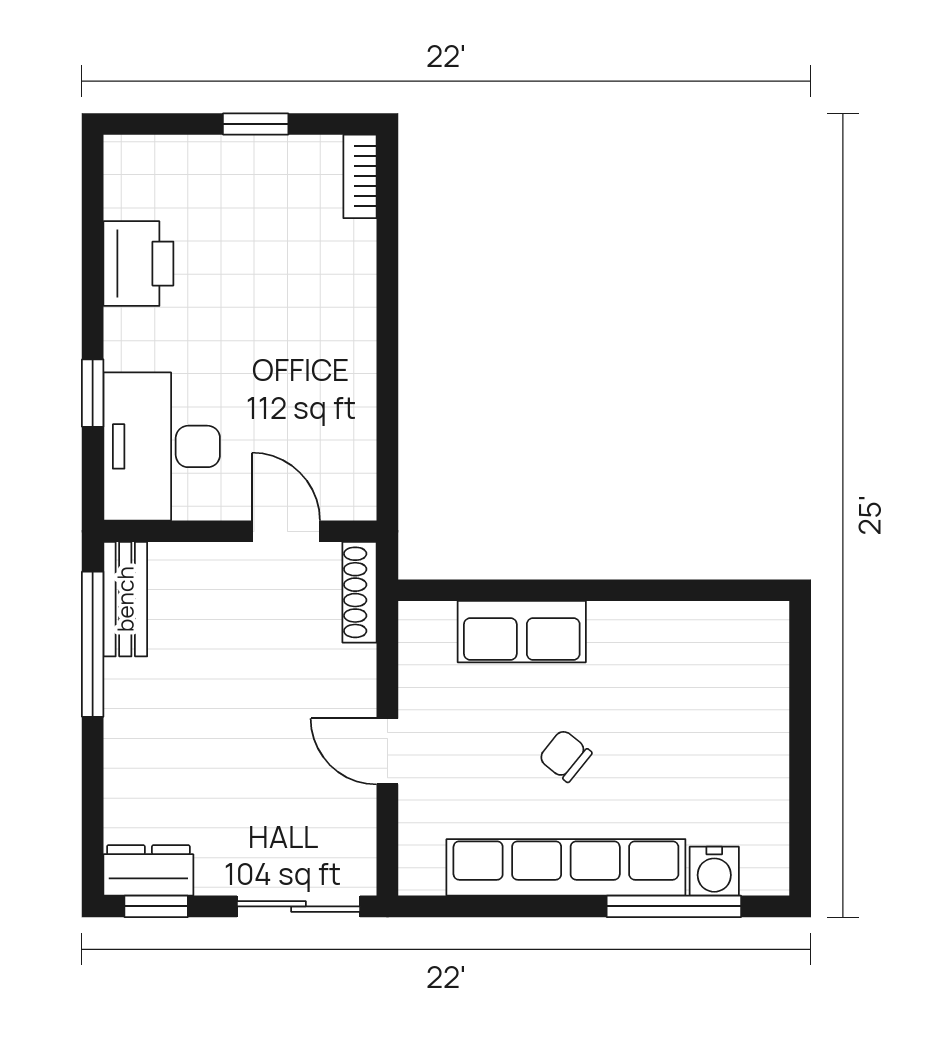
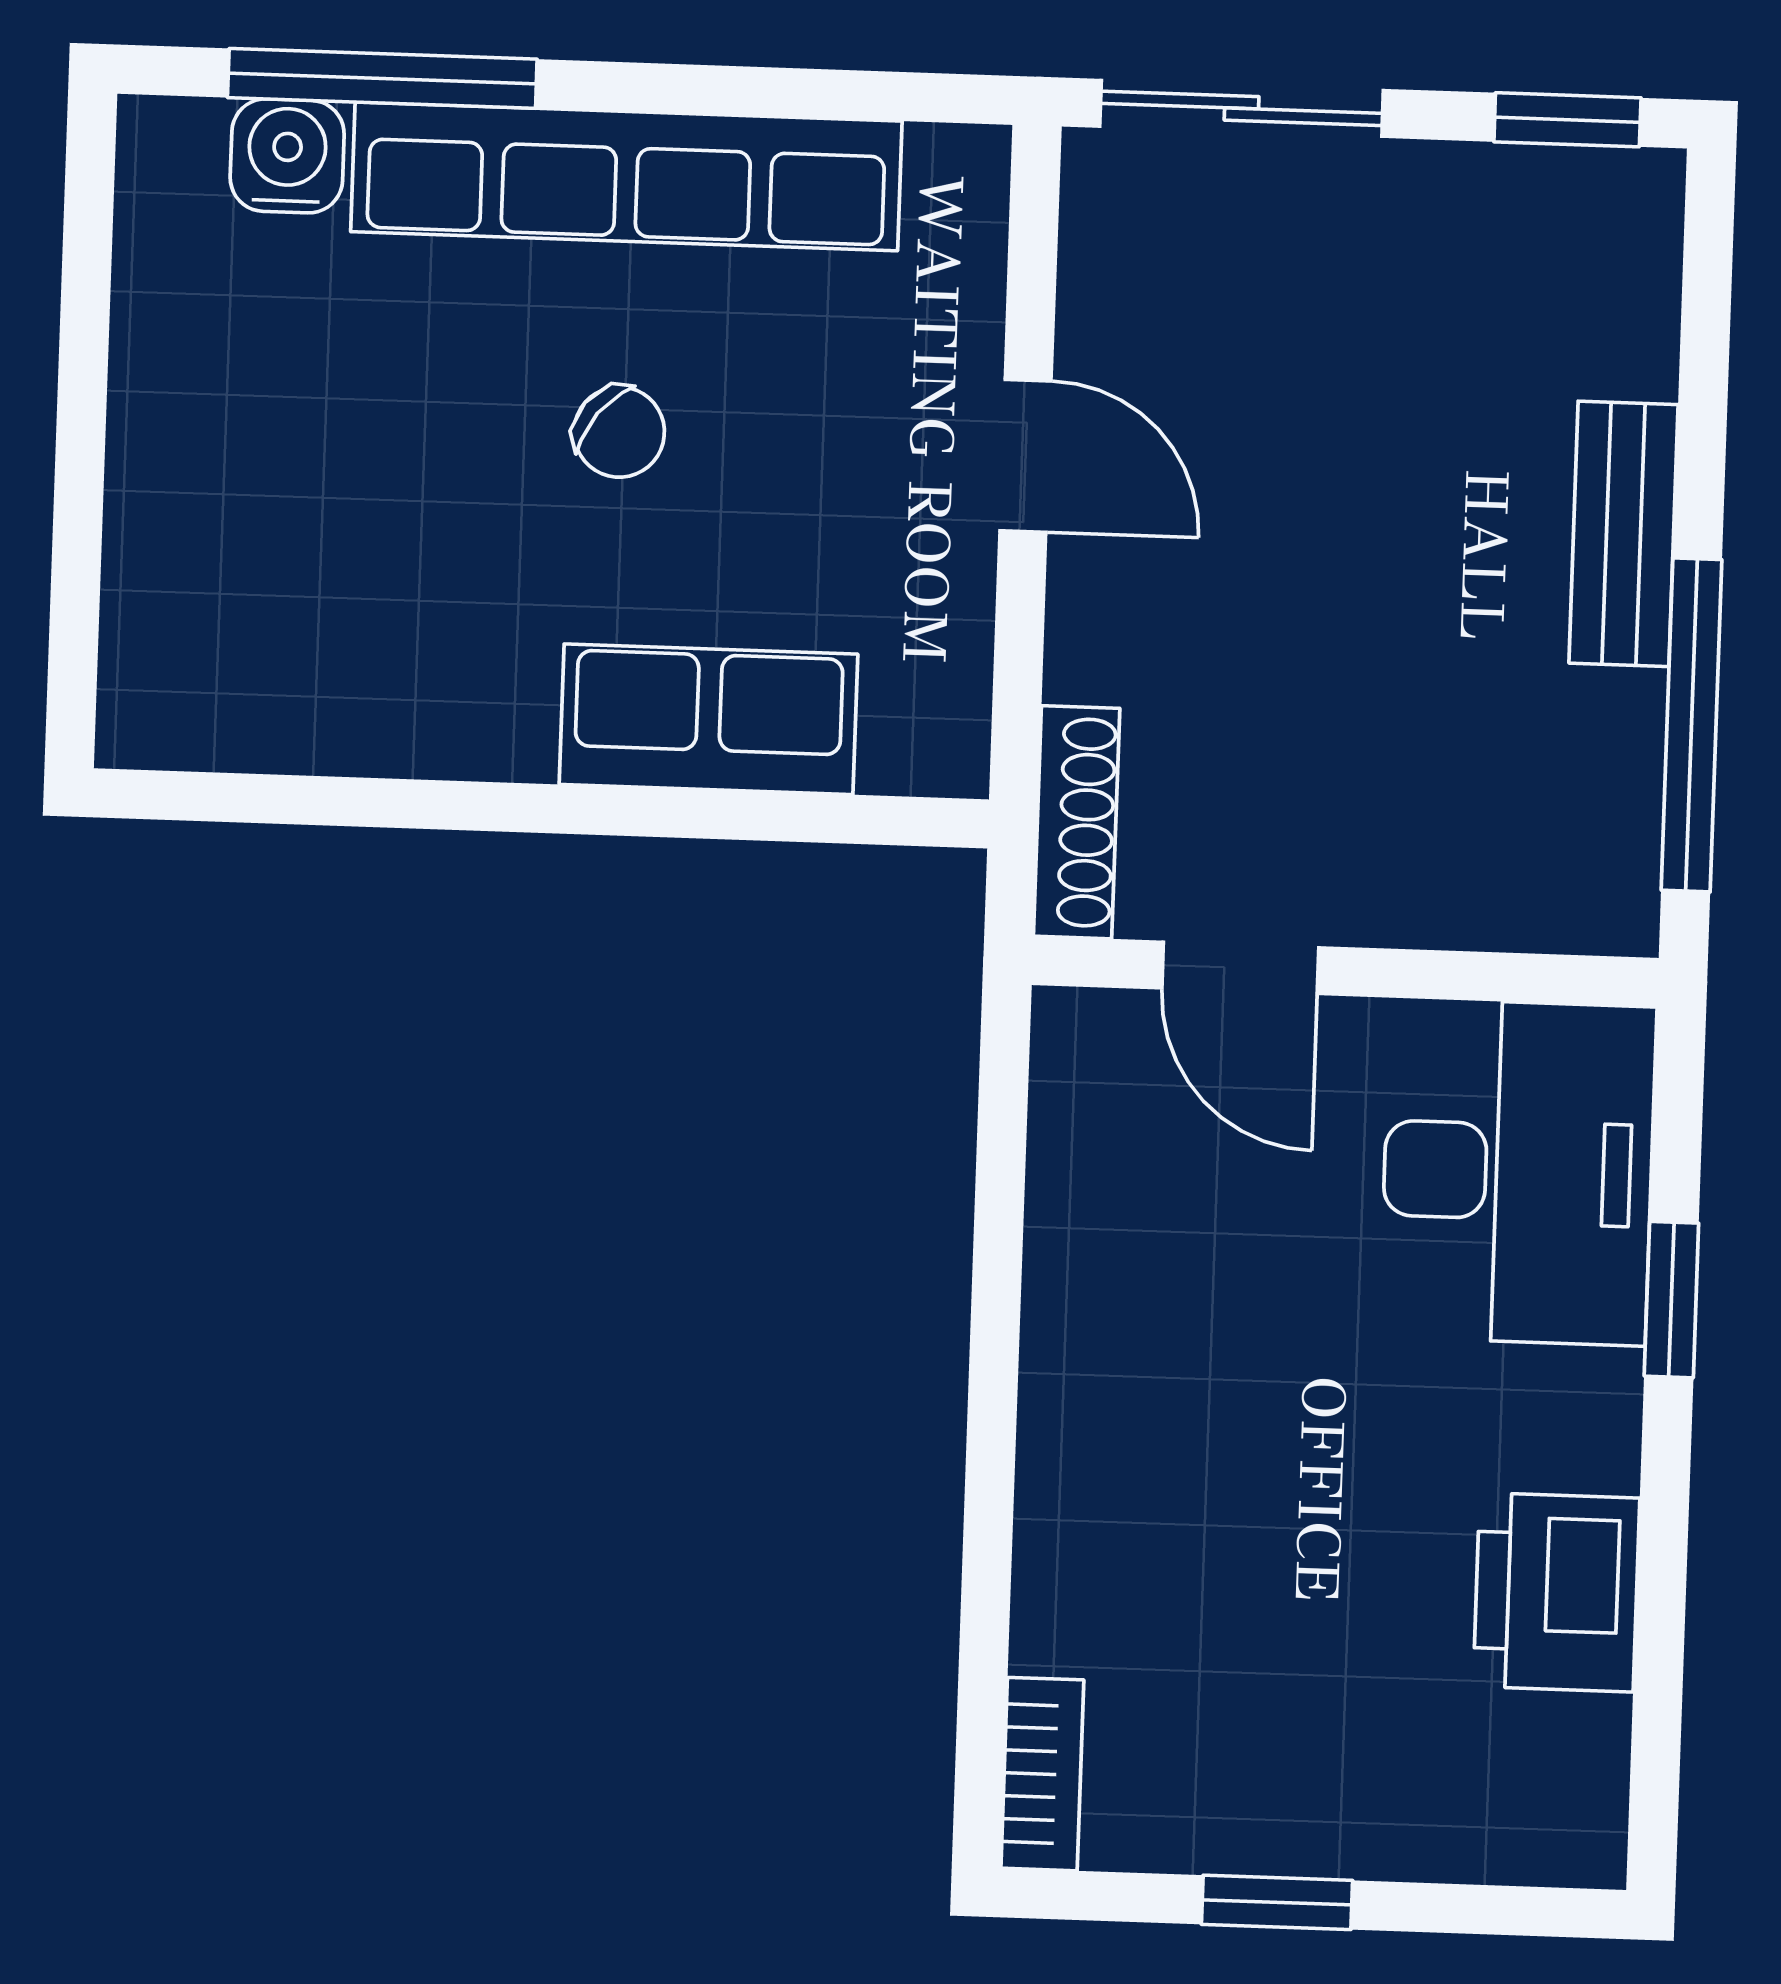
bench: (125, 599) -> (1624, 534), moved
dresser: (148, 870) -> (1582, 203), removed

